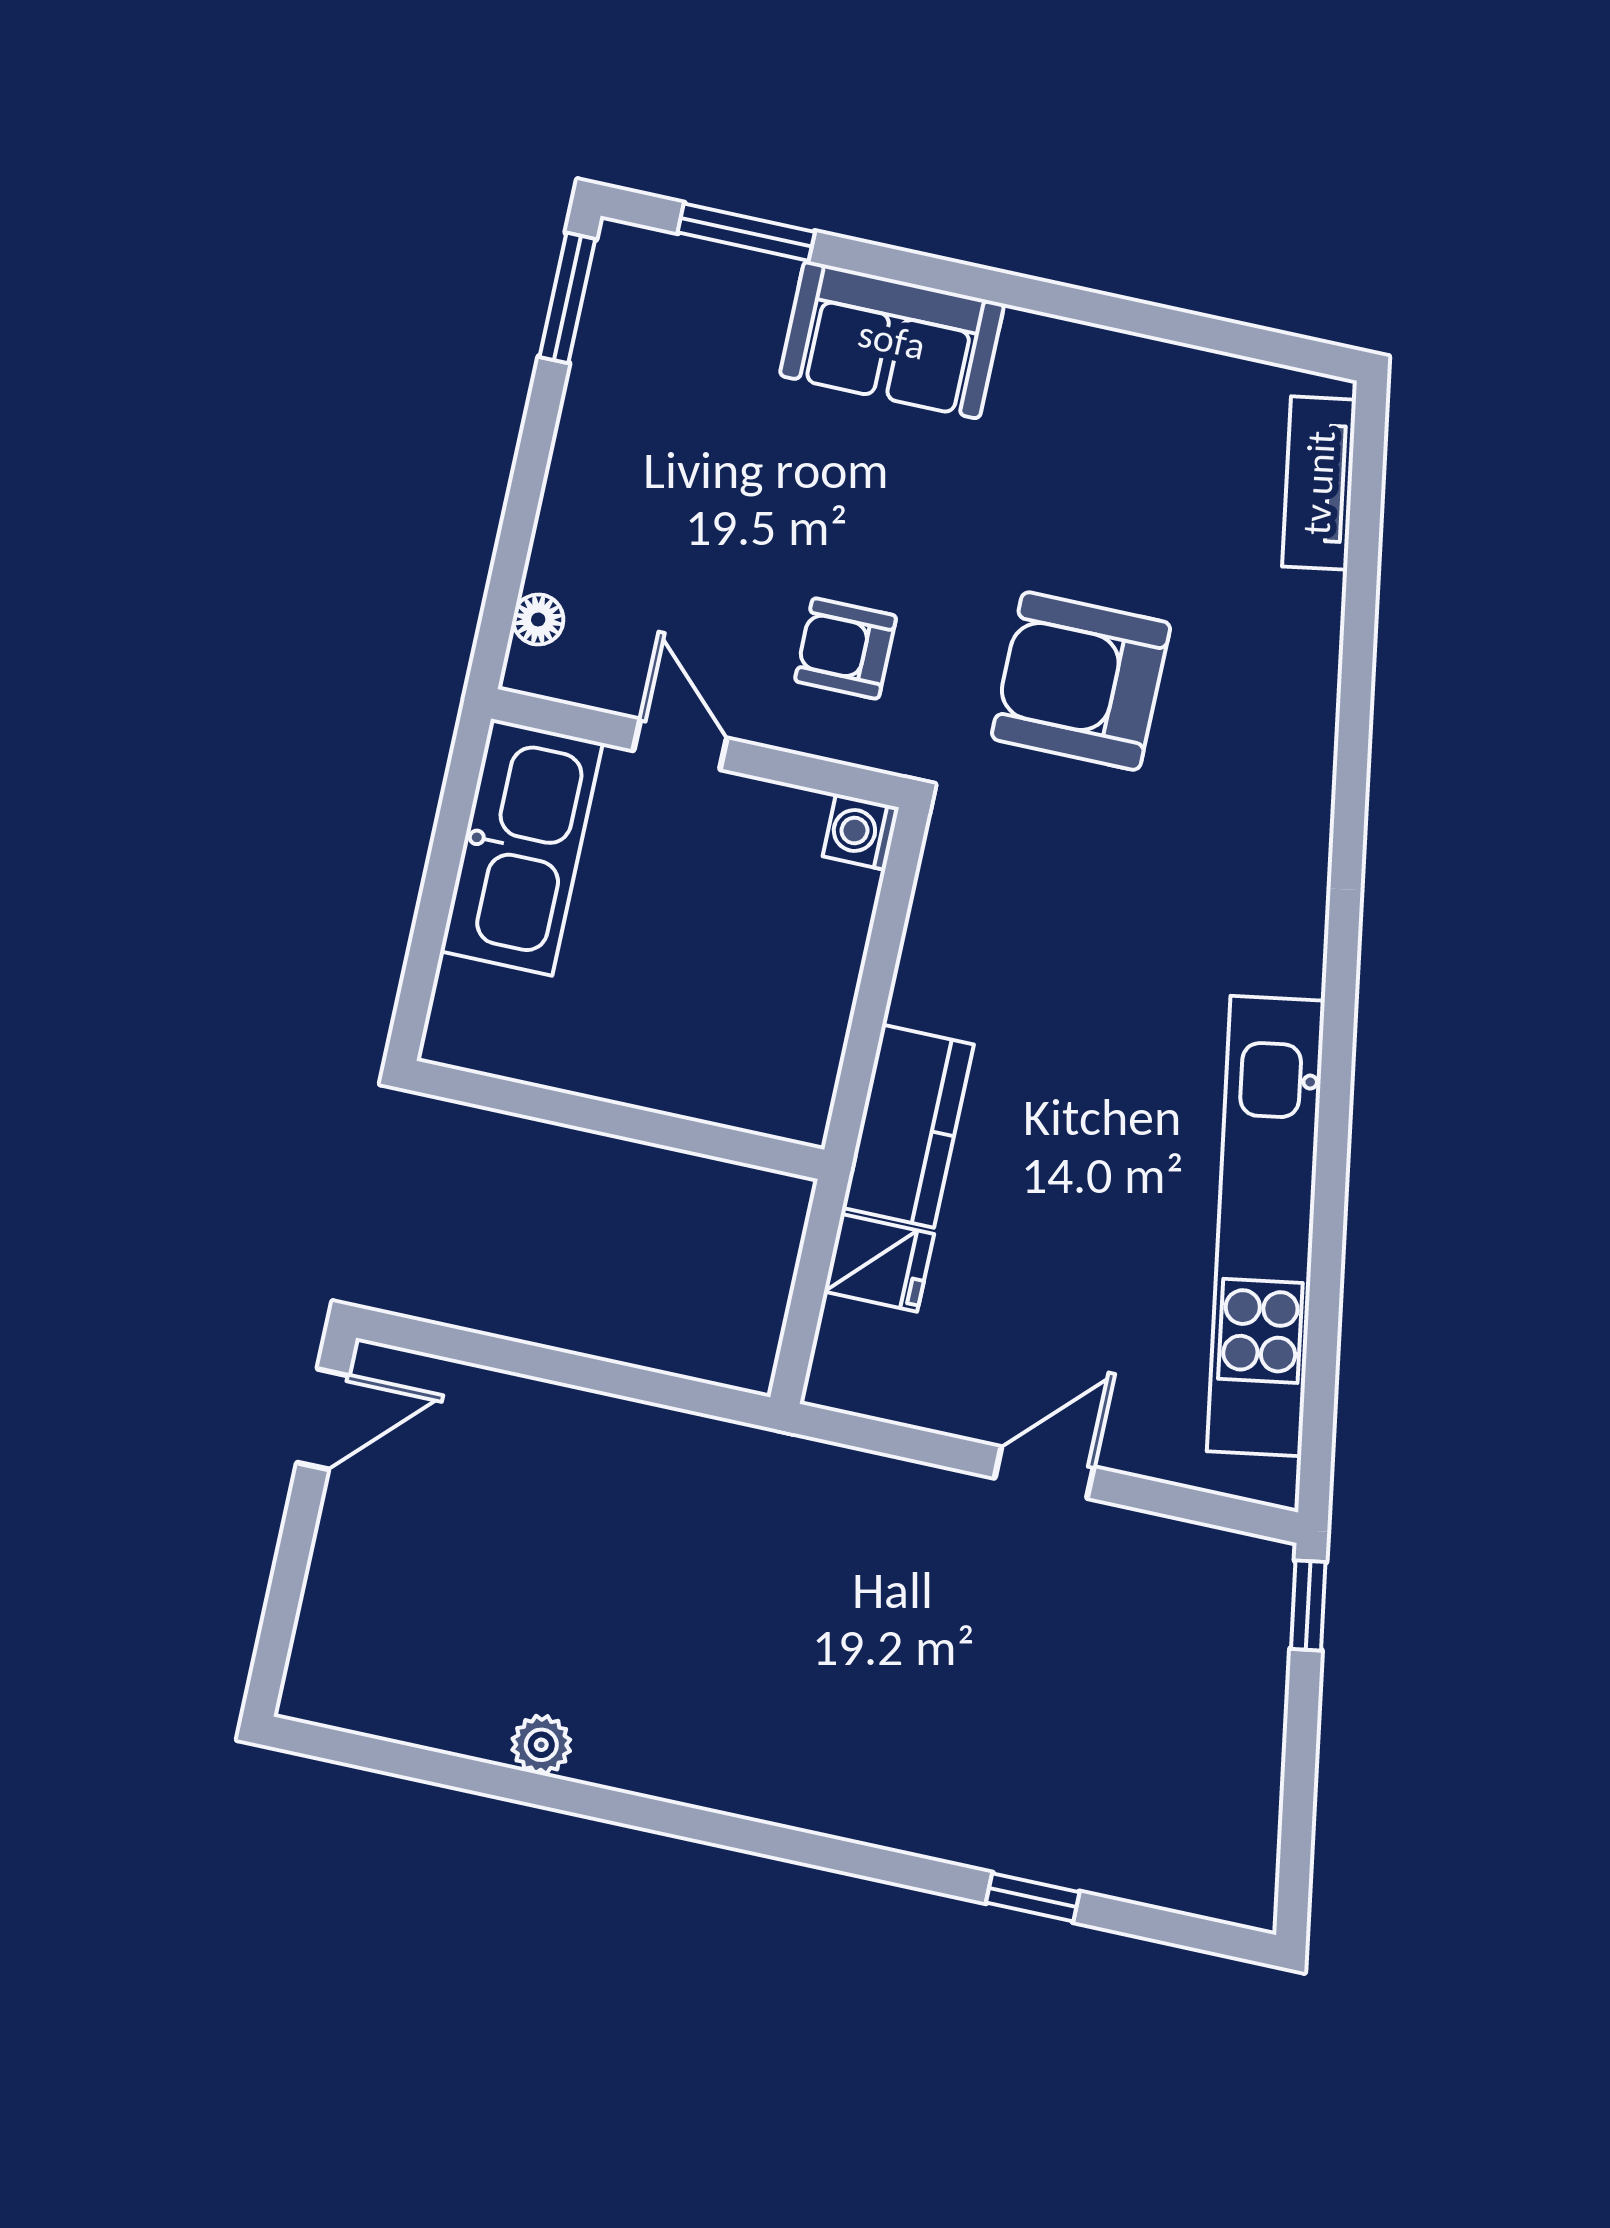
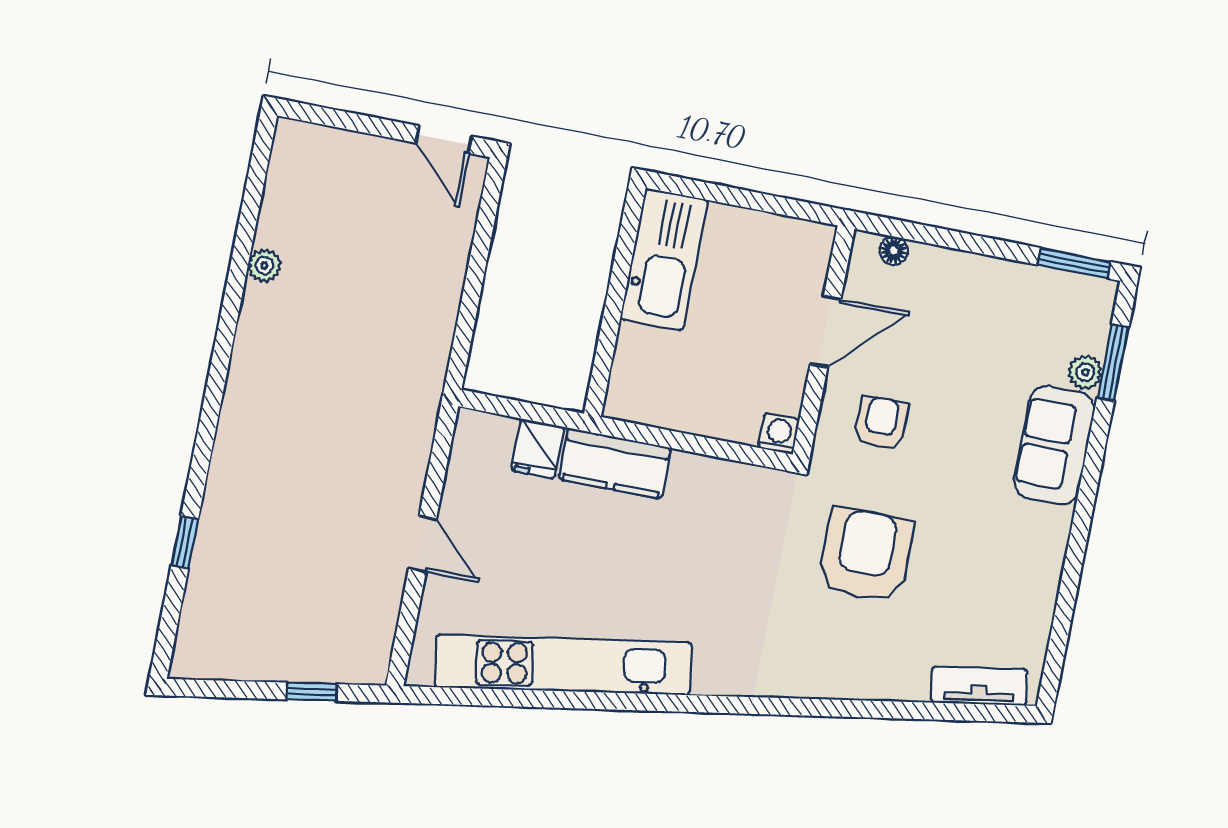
plant: (763, 282) -> (1085, 372), added
door: (680, 744) -> (826, 332), width x1.38
kitchen sink: (521, 847) -> (664, 259), moved, turned -90
window: (1308, 1605) -> (312, 692), moved

